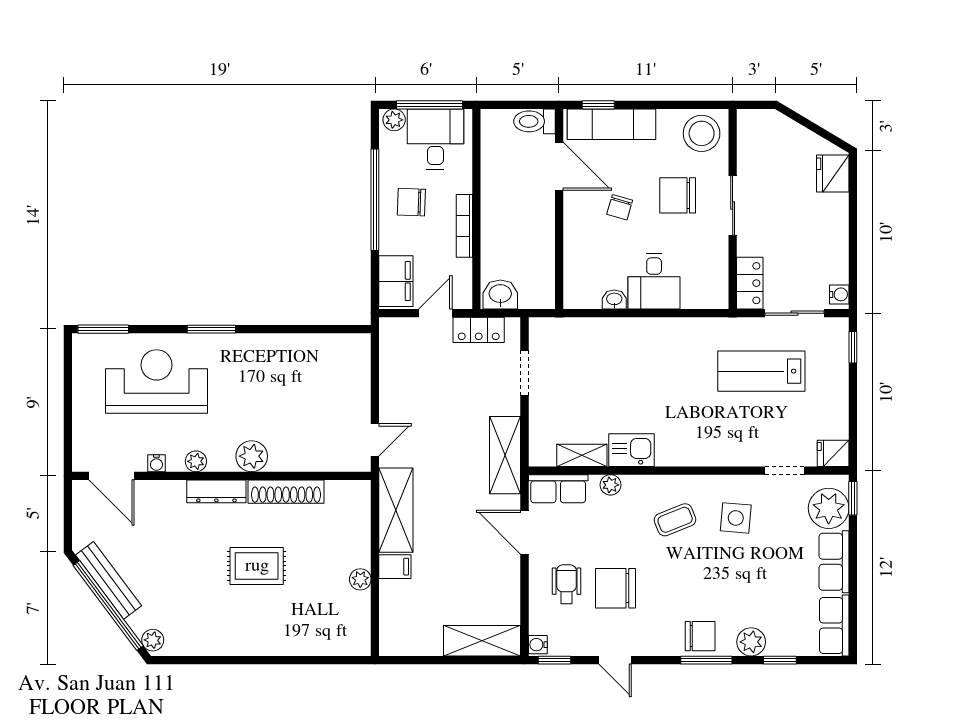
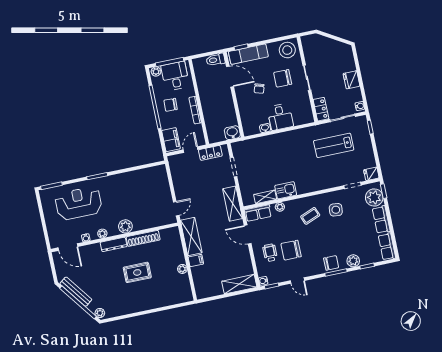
fridge: (833, 173) -> (351, 80), moved
washbasin: (500, 294) -> (232, 133), moved

